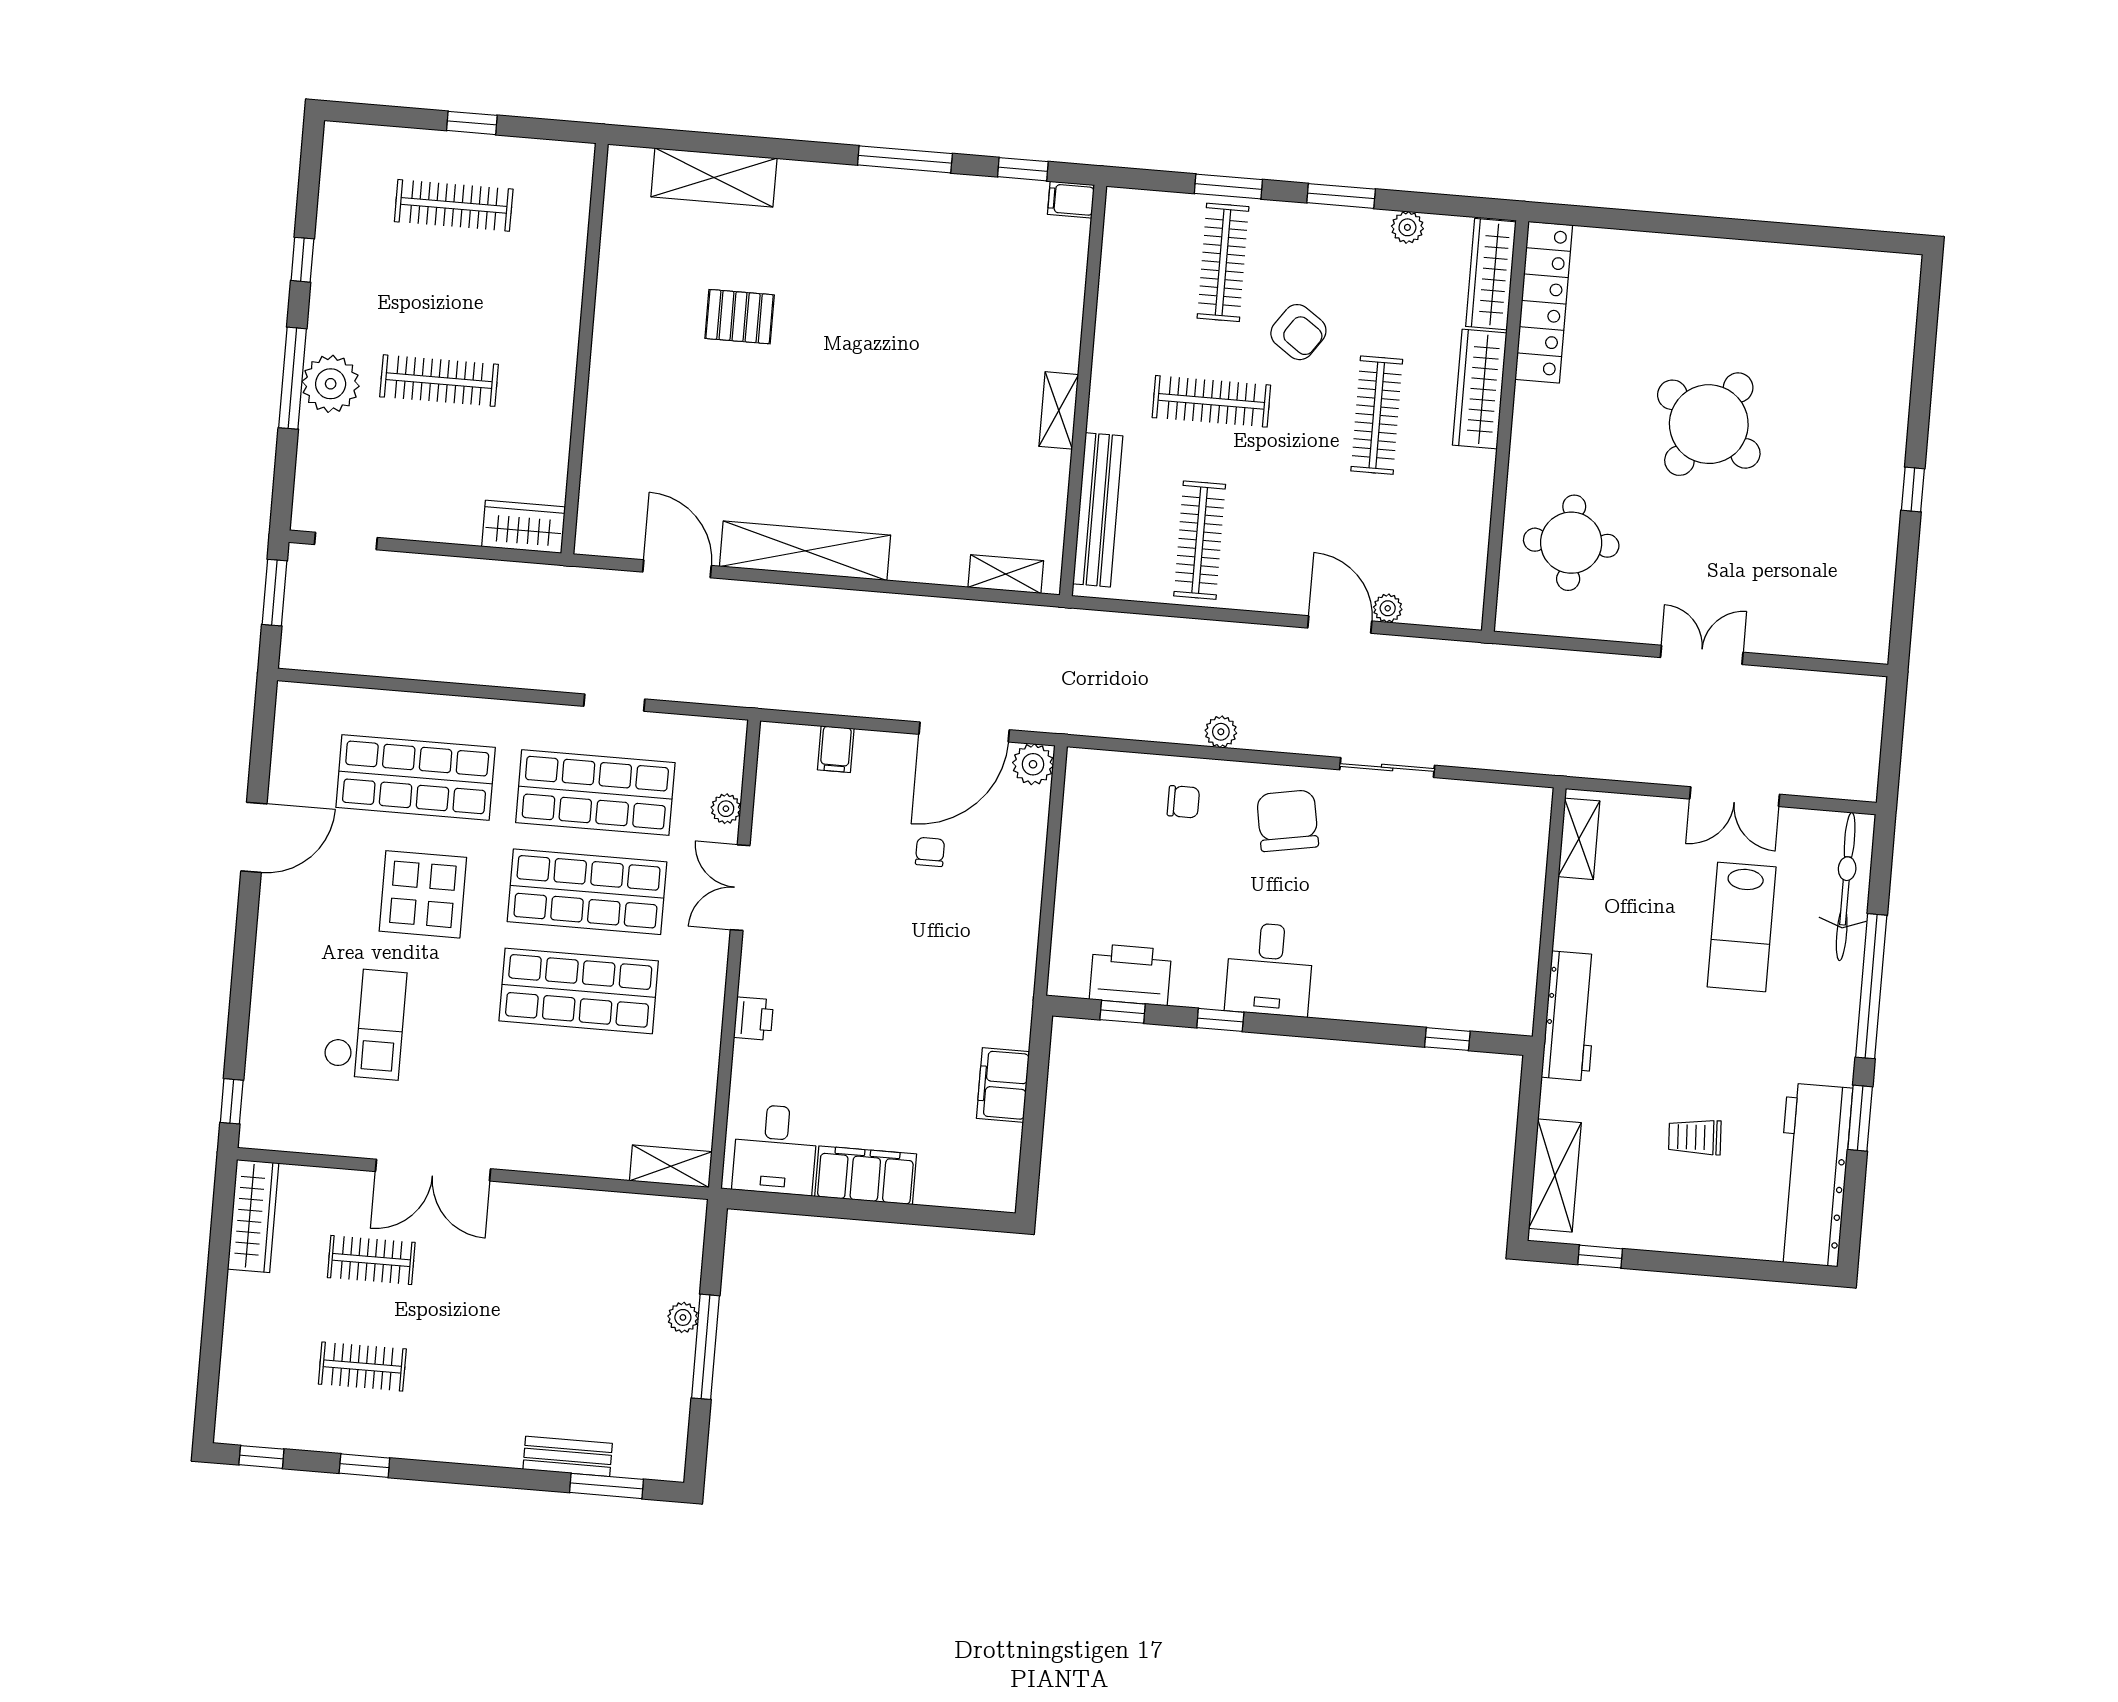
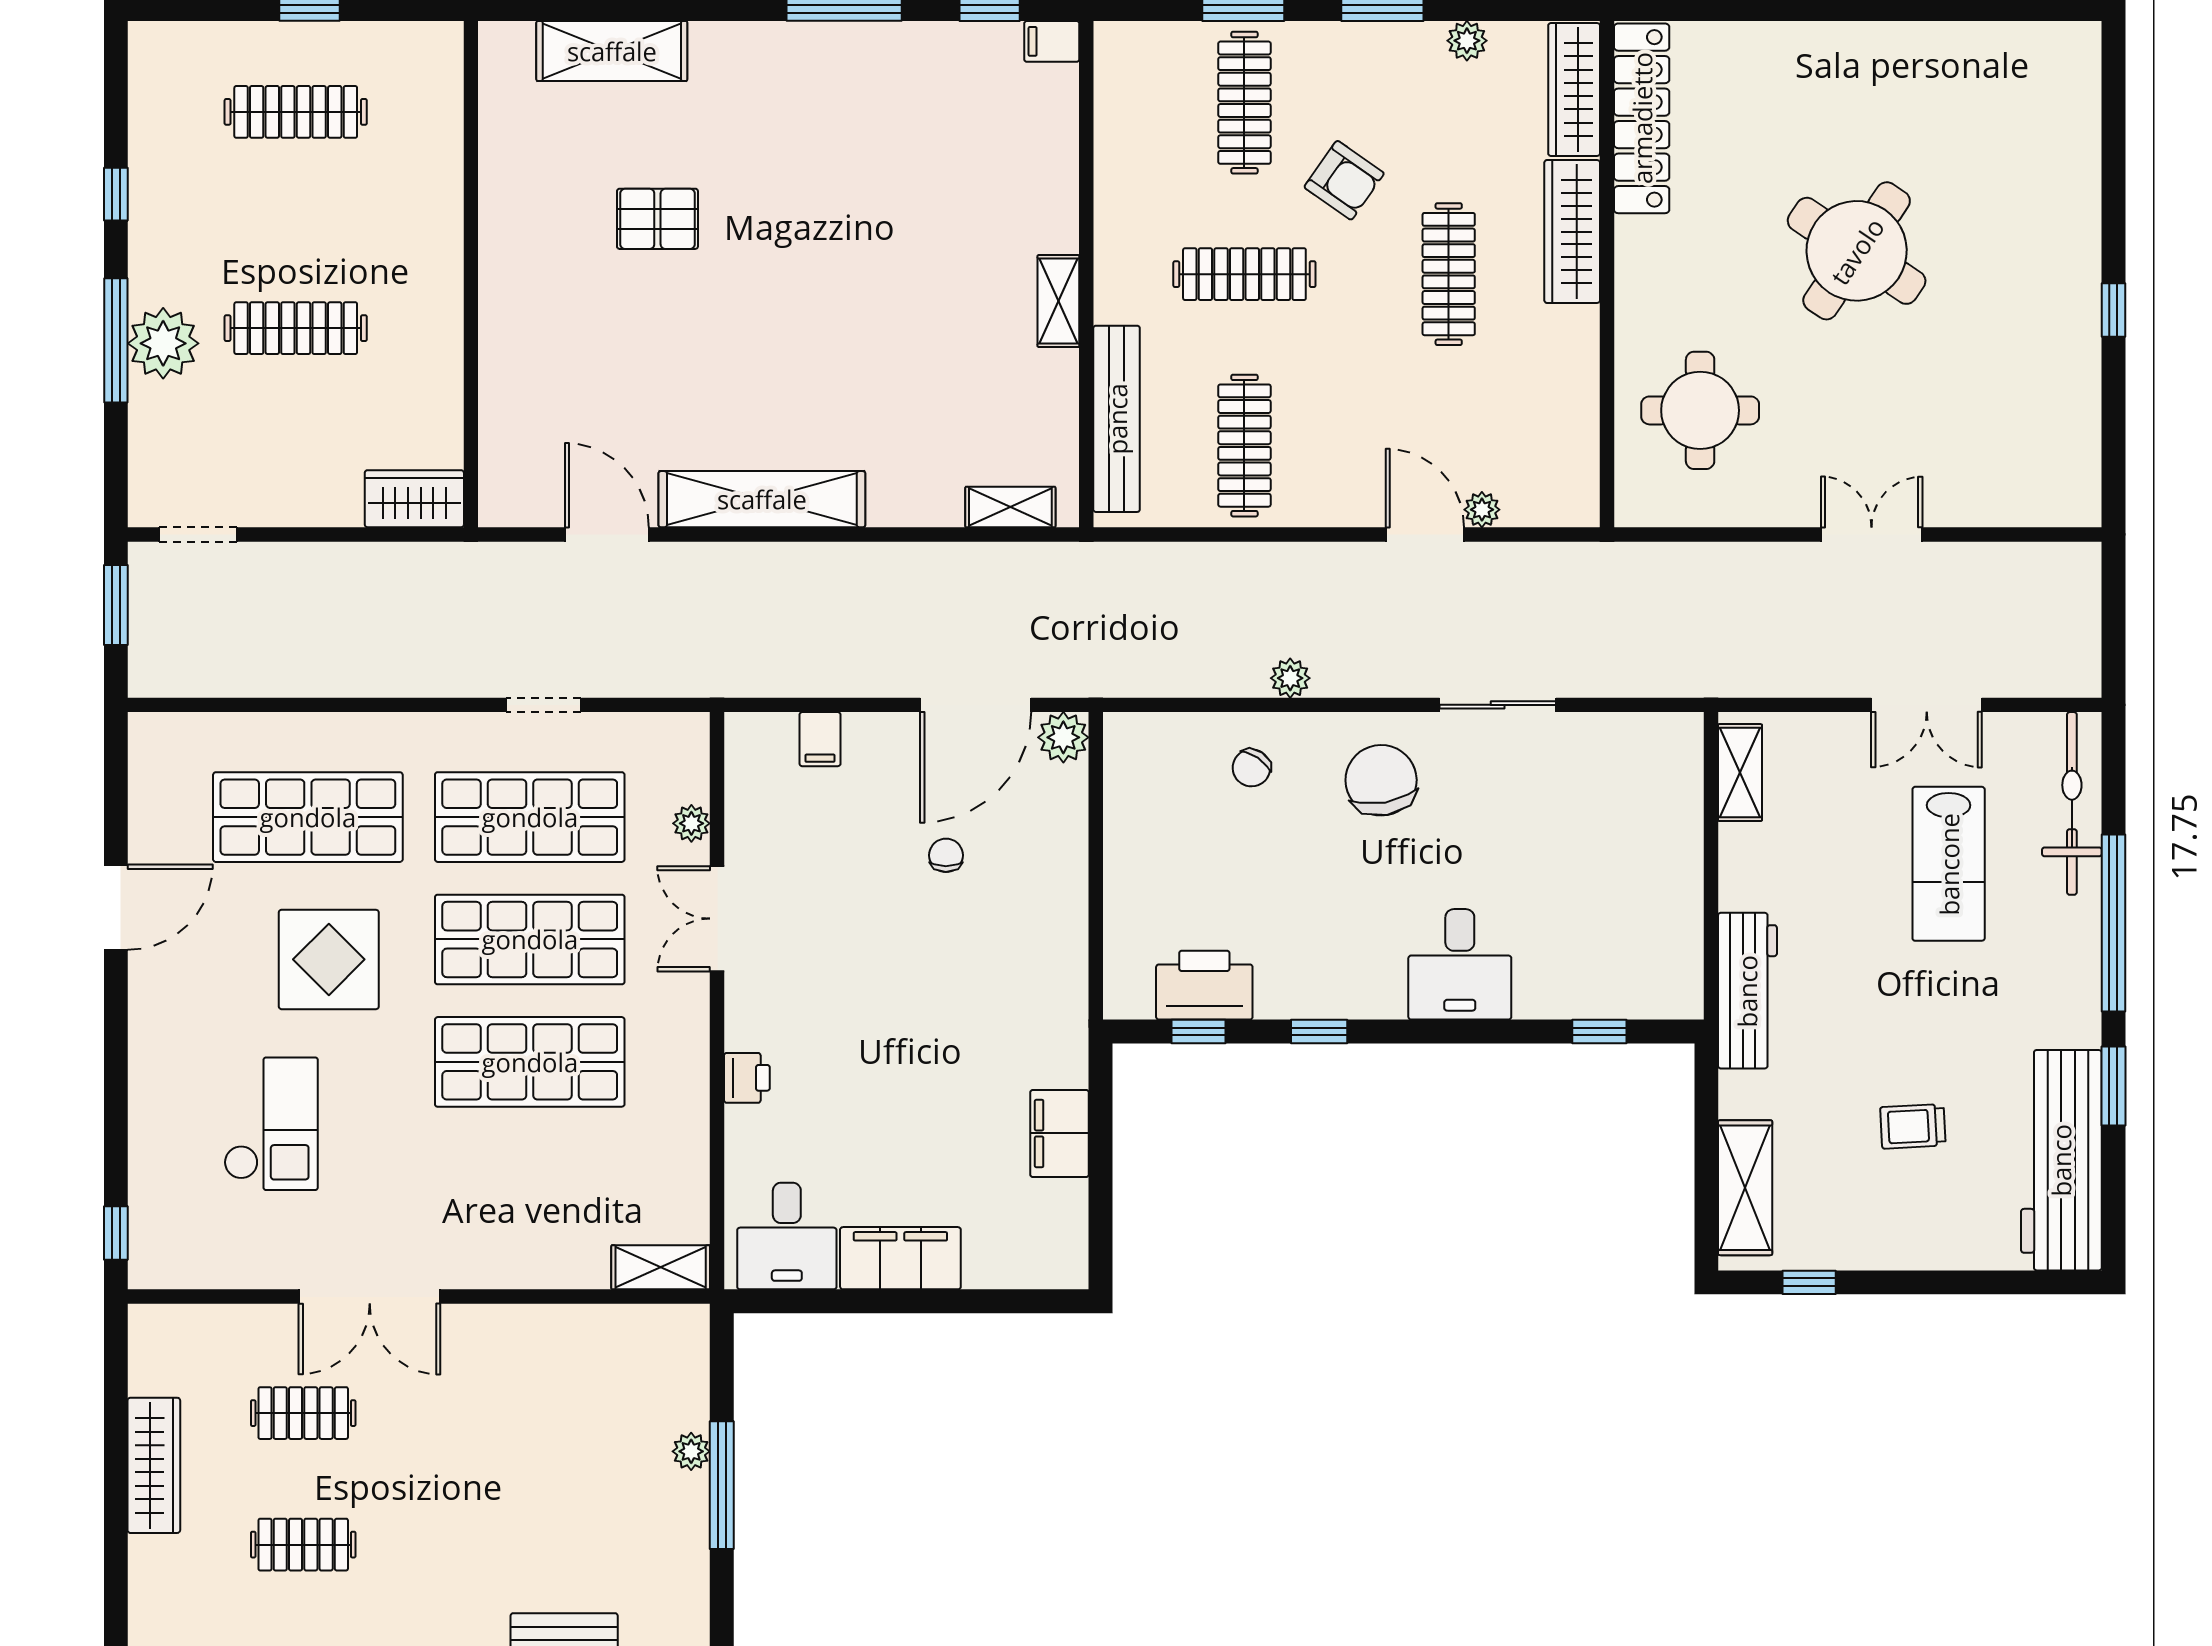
chair: (1183, 802) -> (1251, 768), turned 124
desk: (1269, 969) -> (1460, 964), moved
wardrobe: (253, 1216) -> (154, 1465), moved

